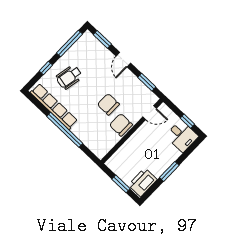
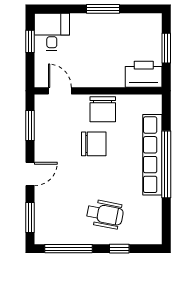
chair: (108, 104) -> (94, 144), turned -90
row of seats: (54, 106) -> (152, 155), moved
printer: (143, 182) -> (144, 74), moved, turned 180

